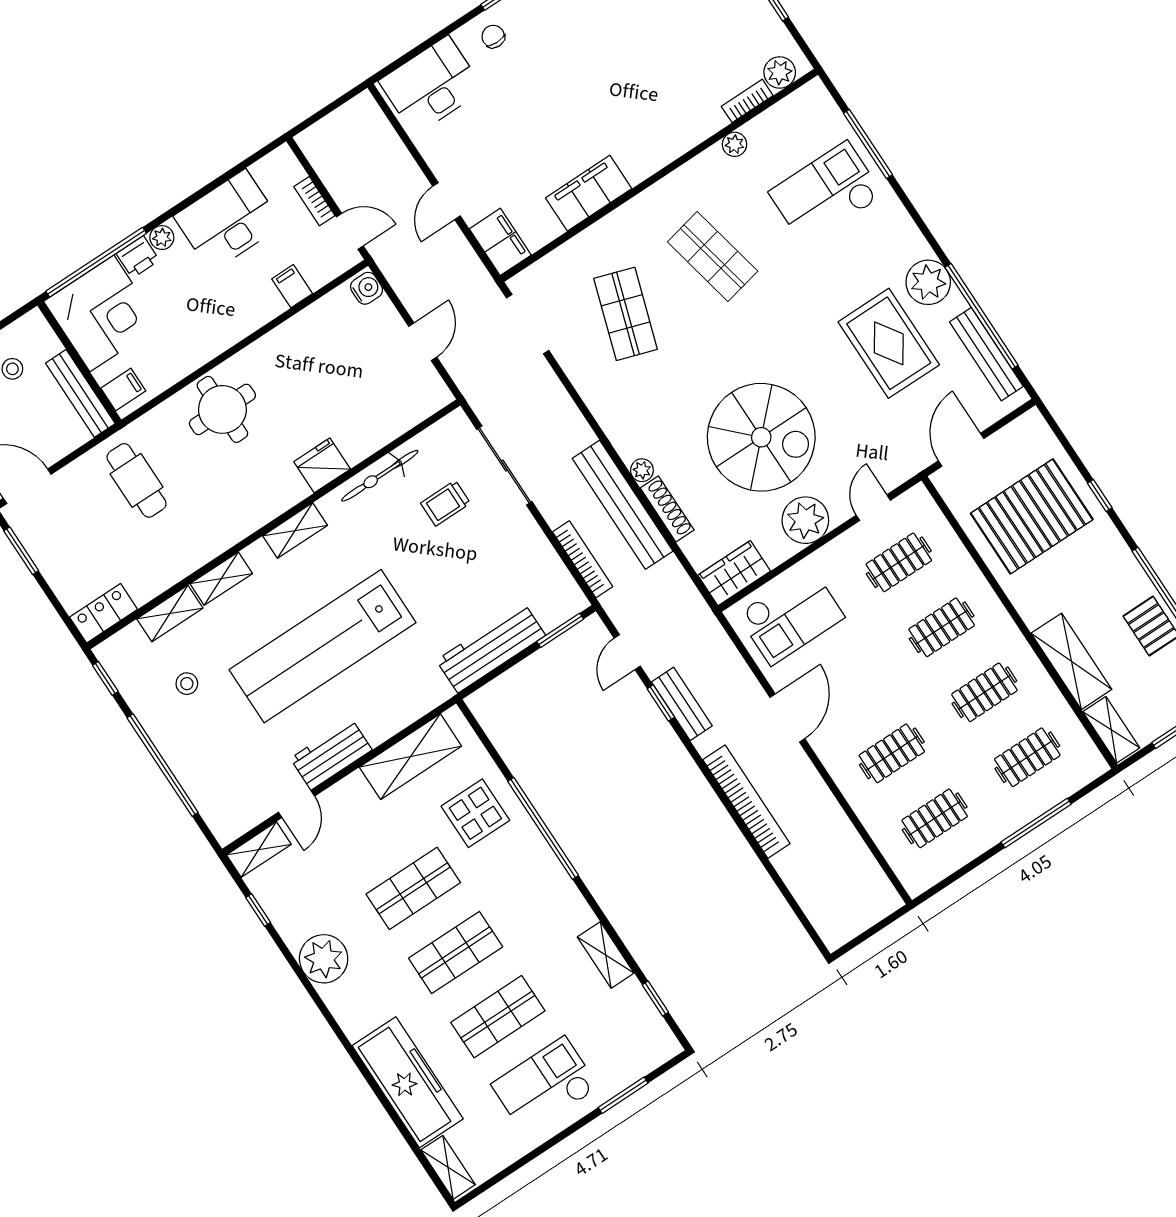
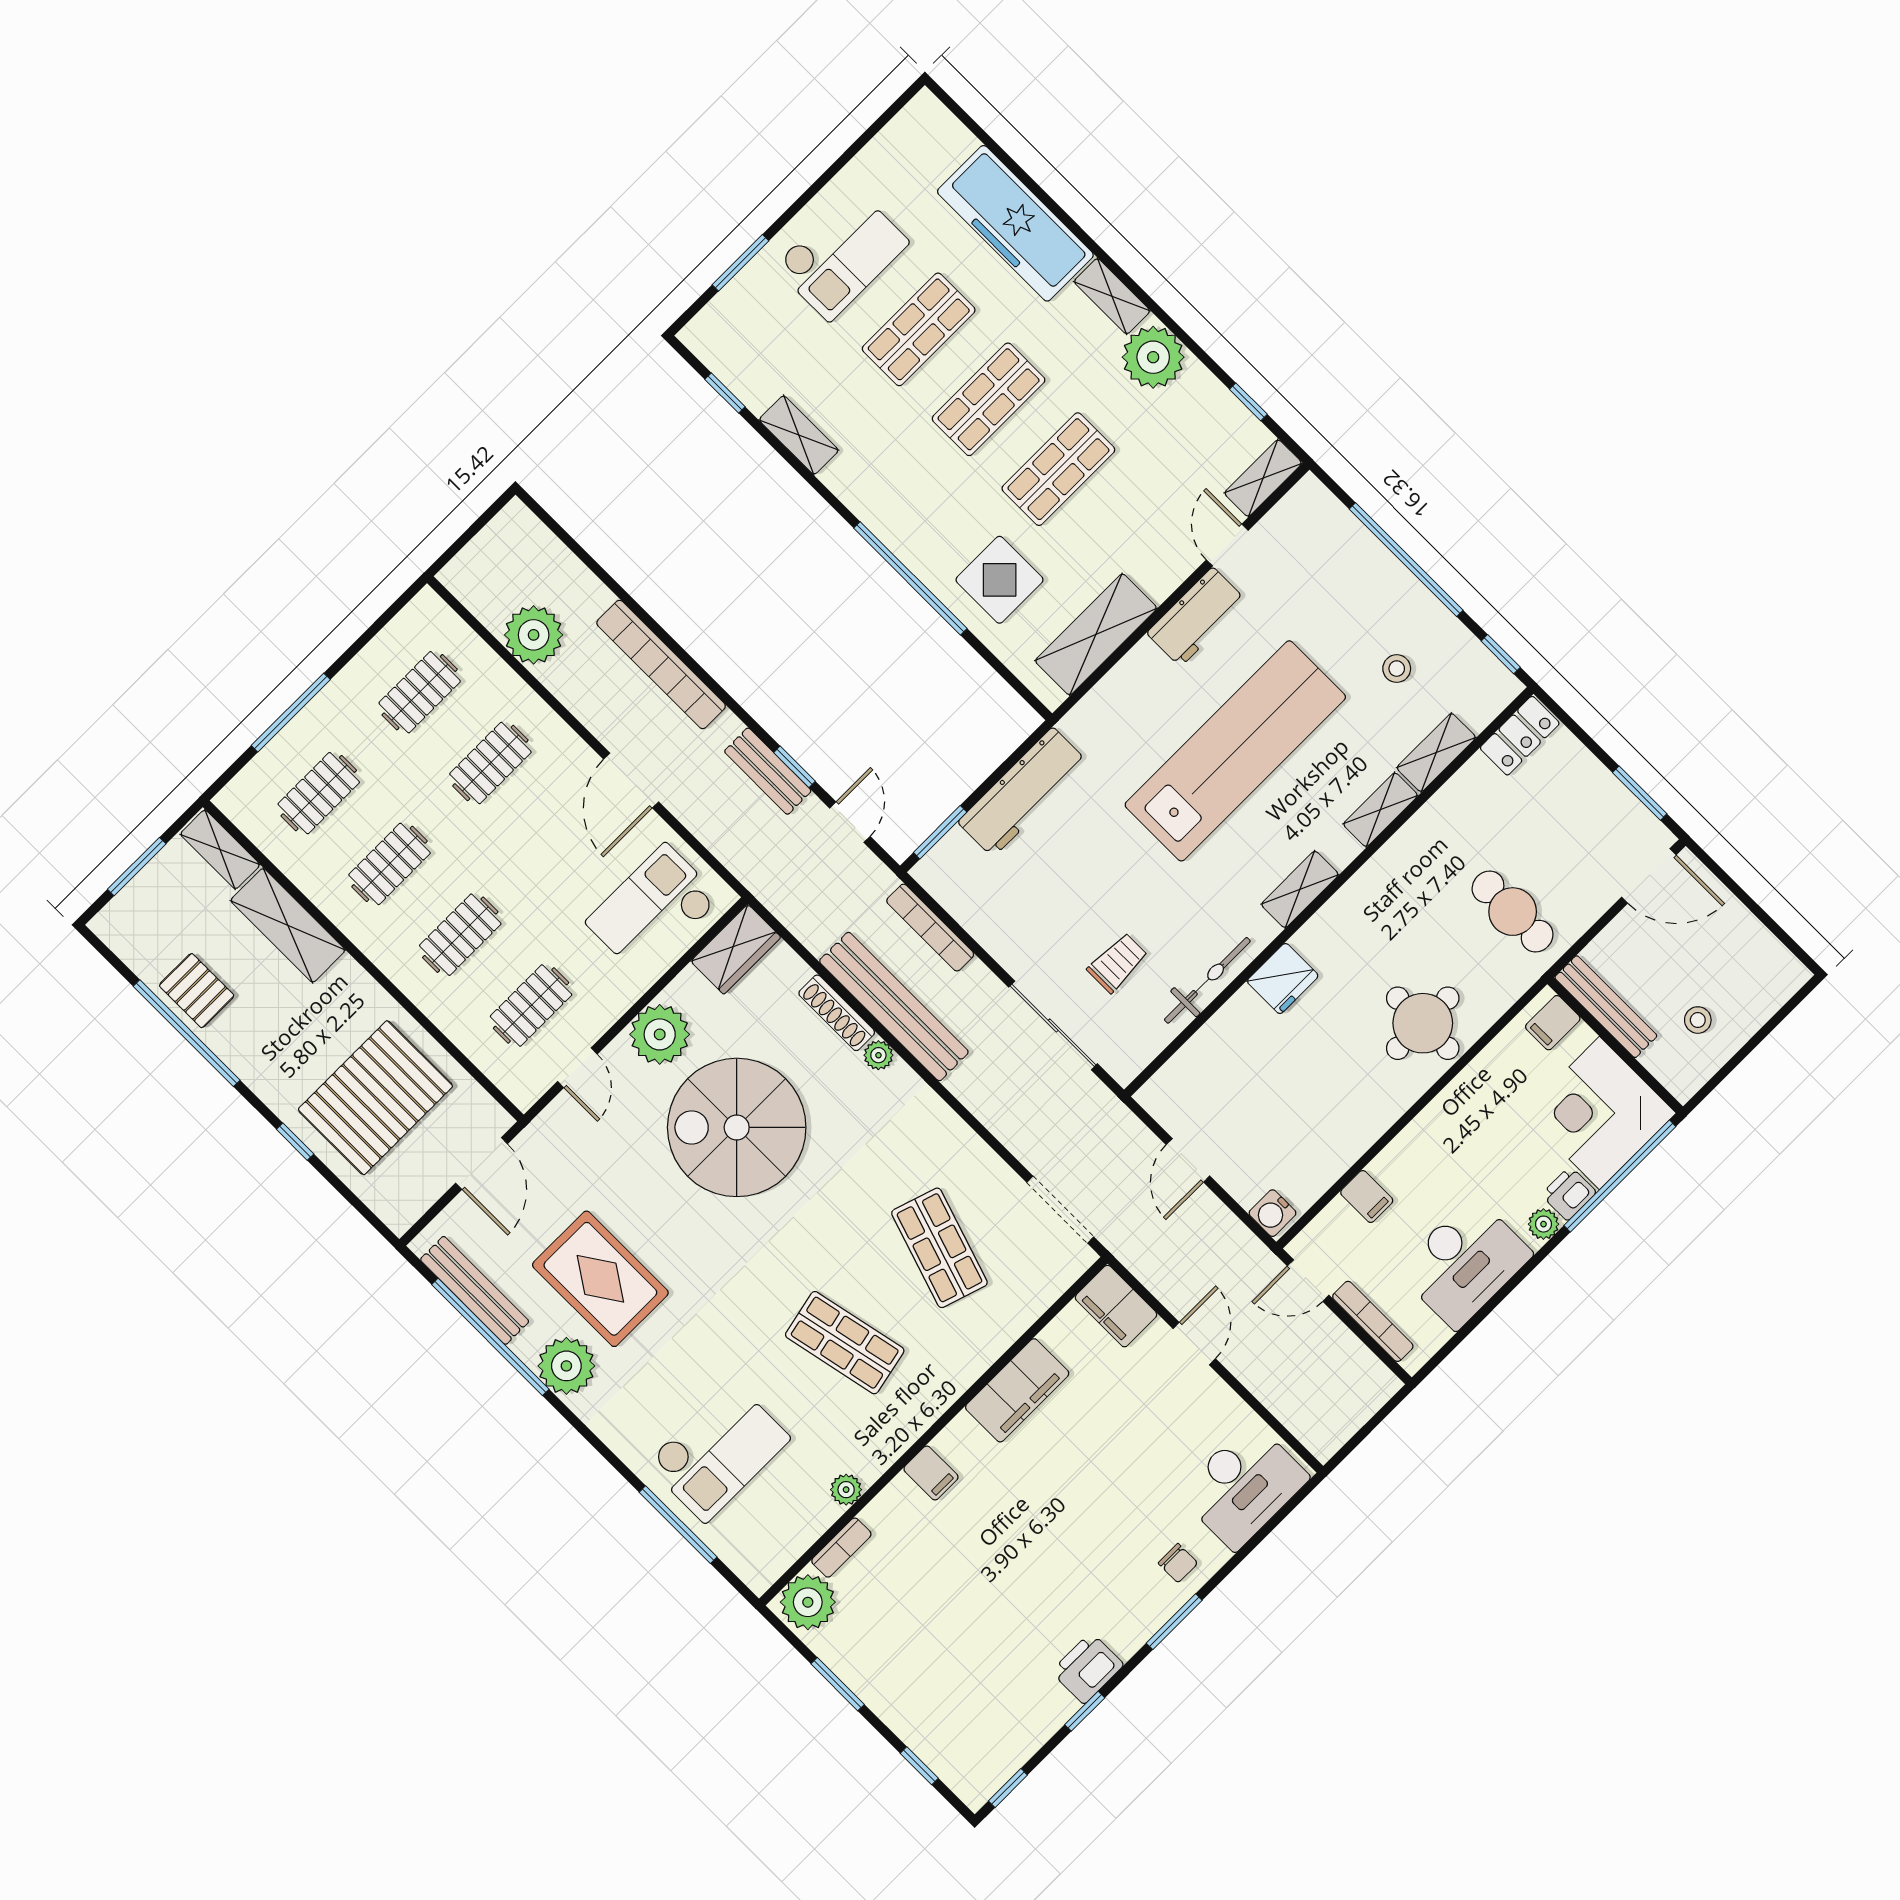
plant: (780, 72) -> (808, 1602), width x1.36, depth x1.36
filing cabinet: (667, 144) -> (931, 1473), added
bookcase: (314, 201) -> (1373, 1321), width x1.56
plant: (839, 844) -> (534, 635), added
shelving: (448, 1167) -> (1112, 296), moved

